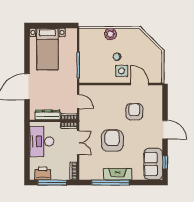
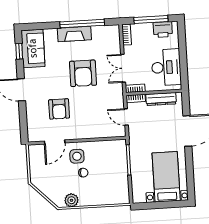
plant: (110, 34) -> (71, 200), moved
door: (140, 84) -> (55, 142), hinge flipped

